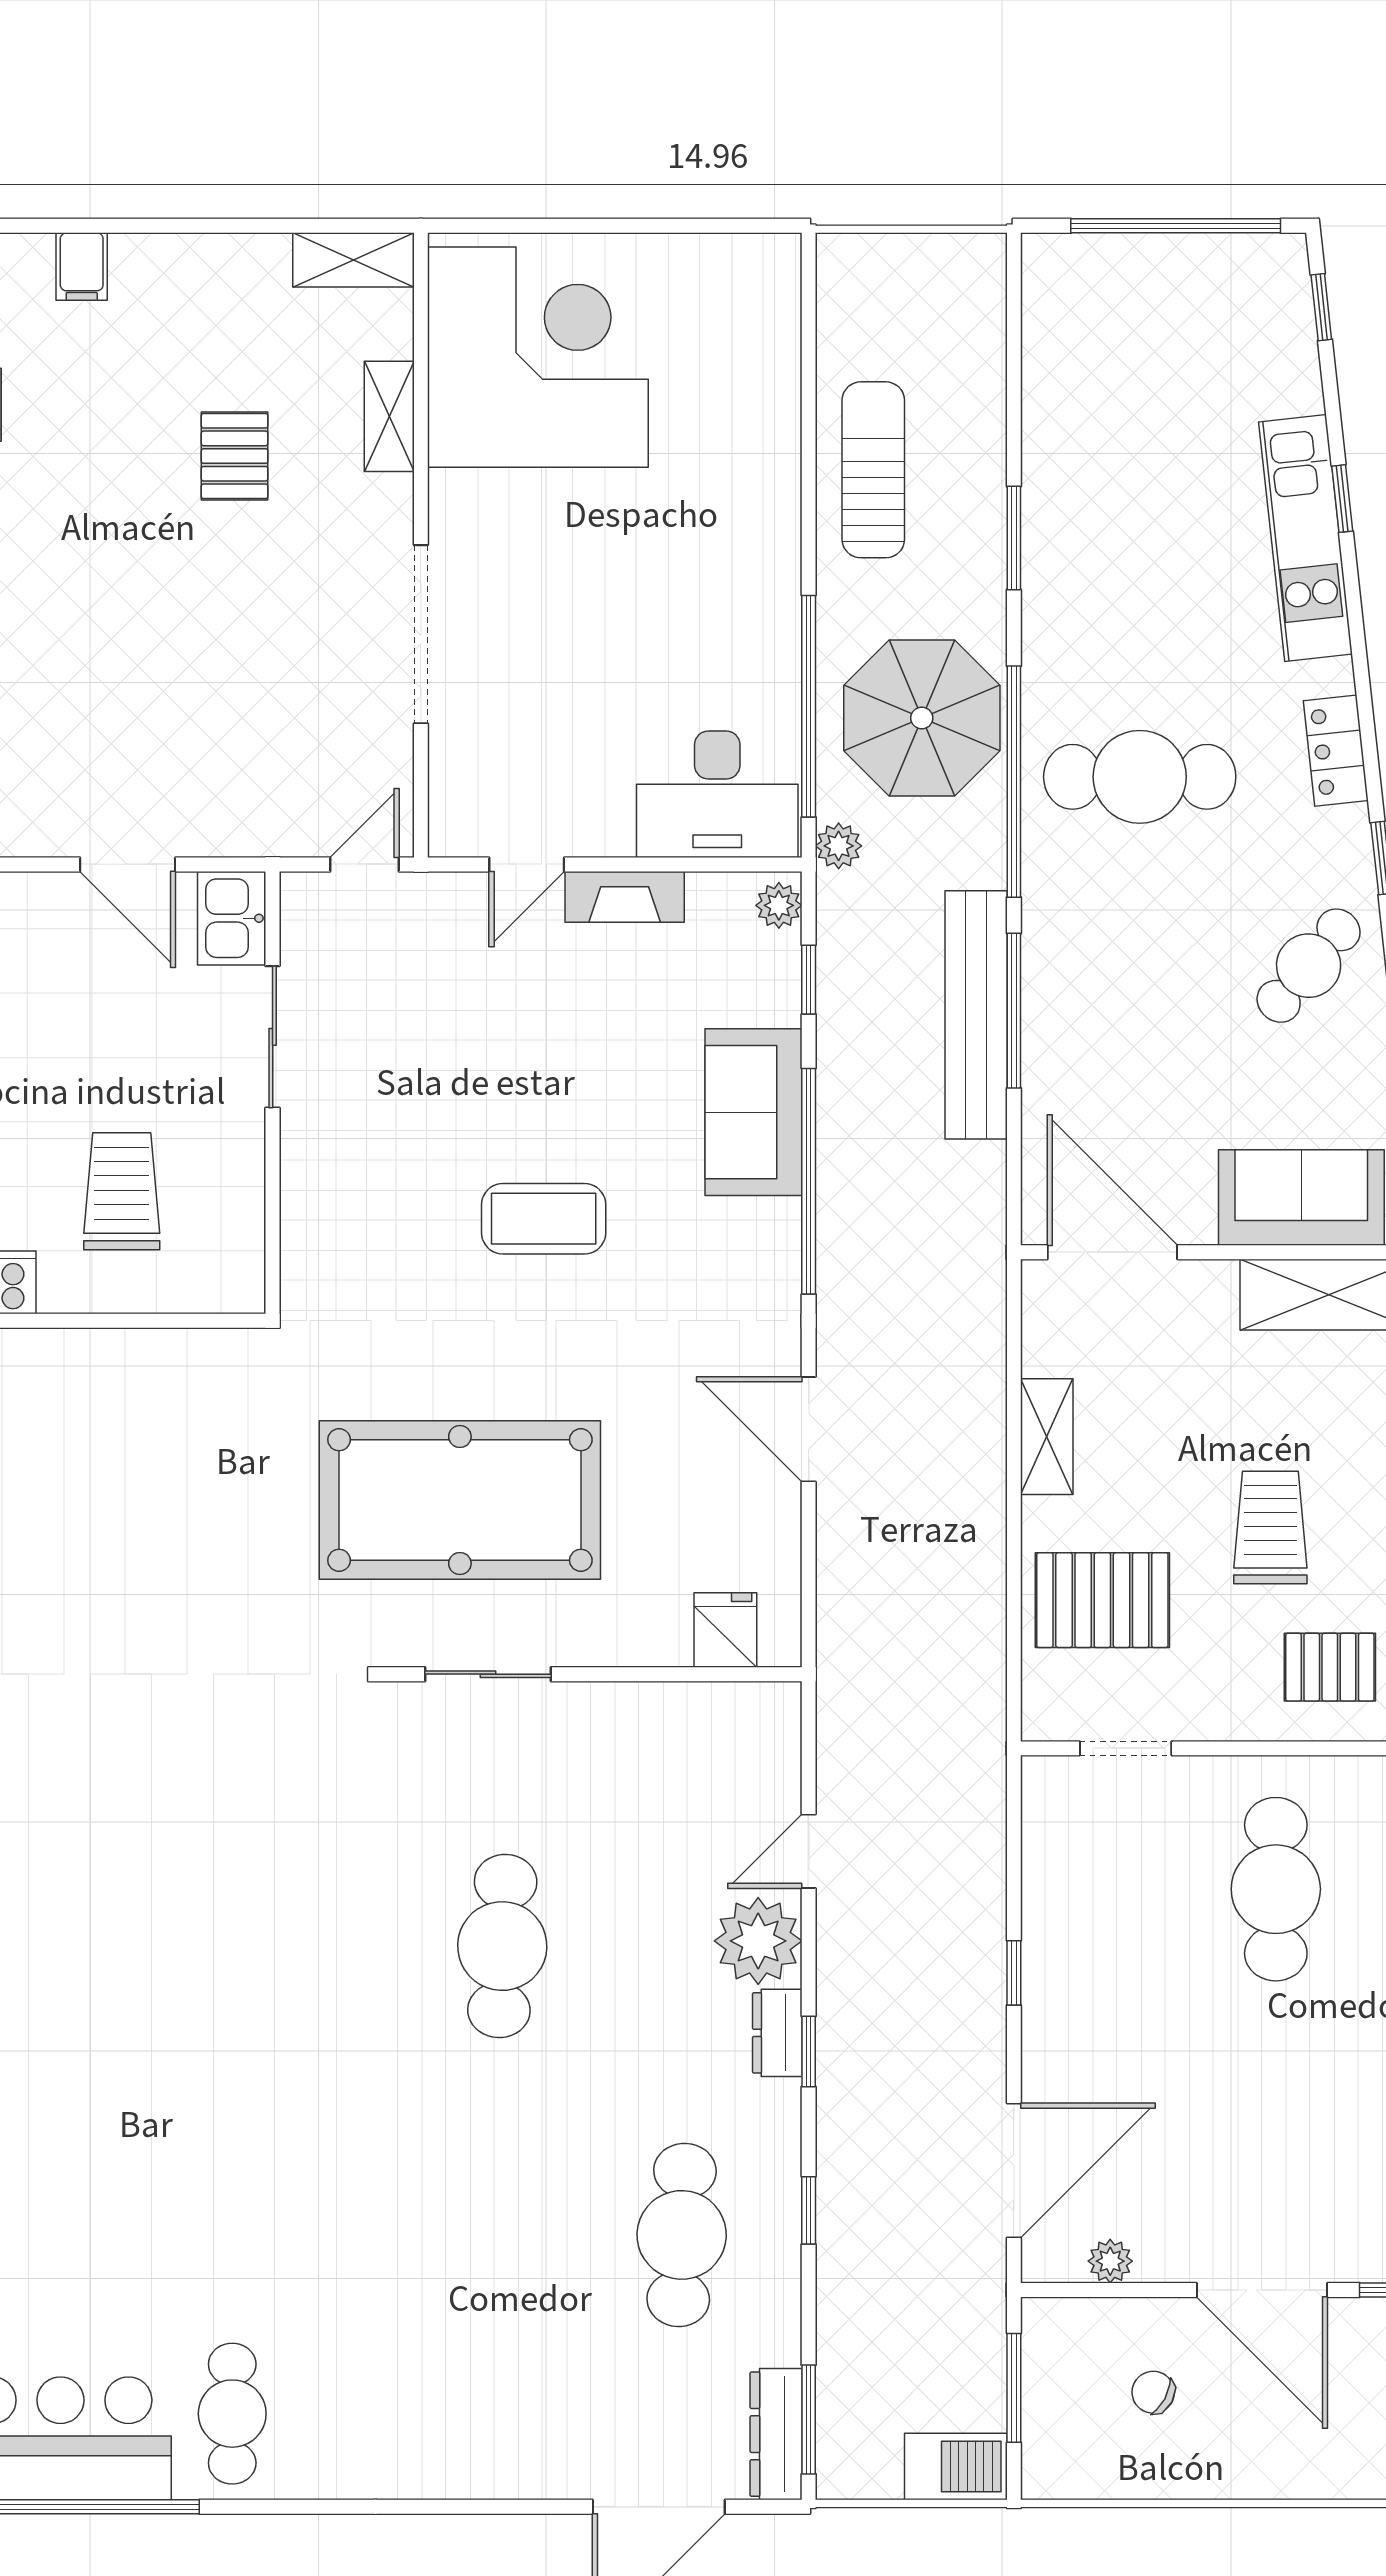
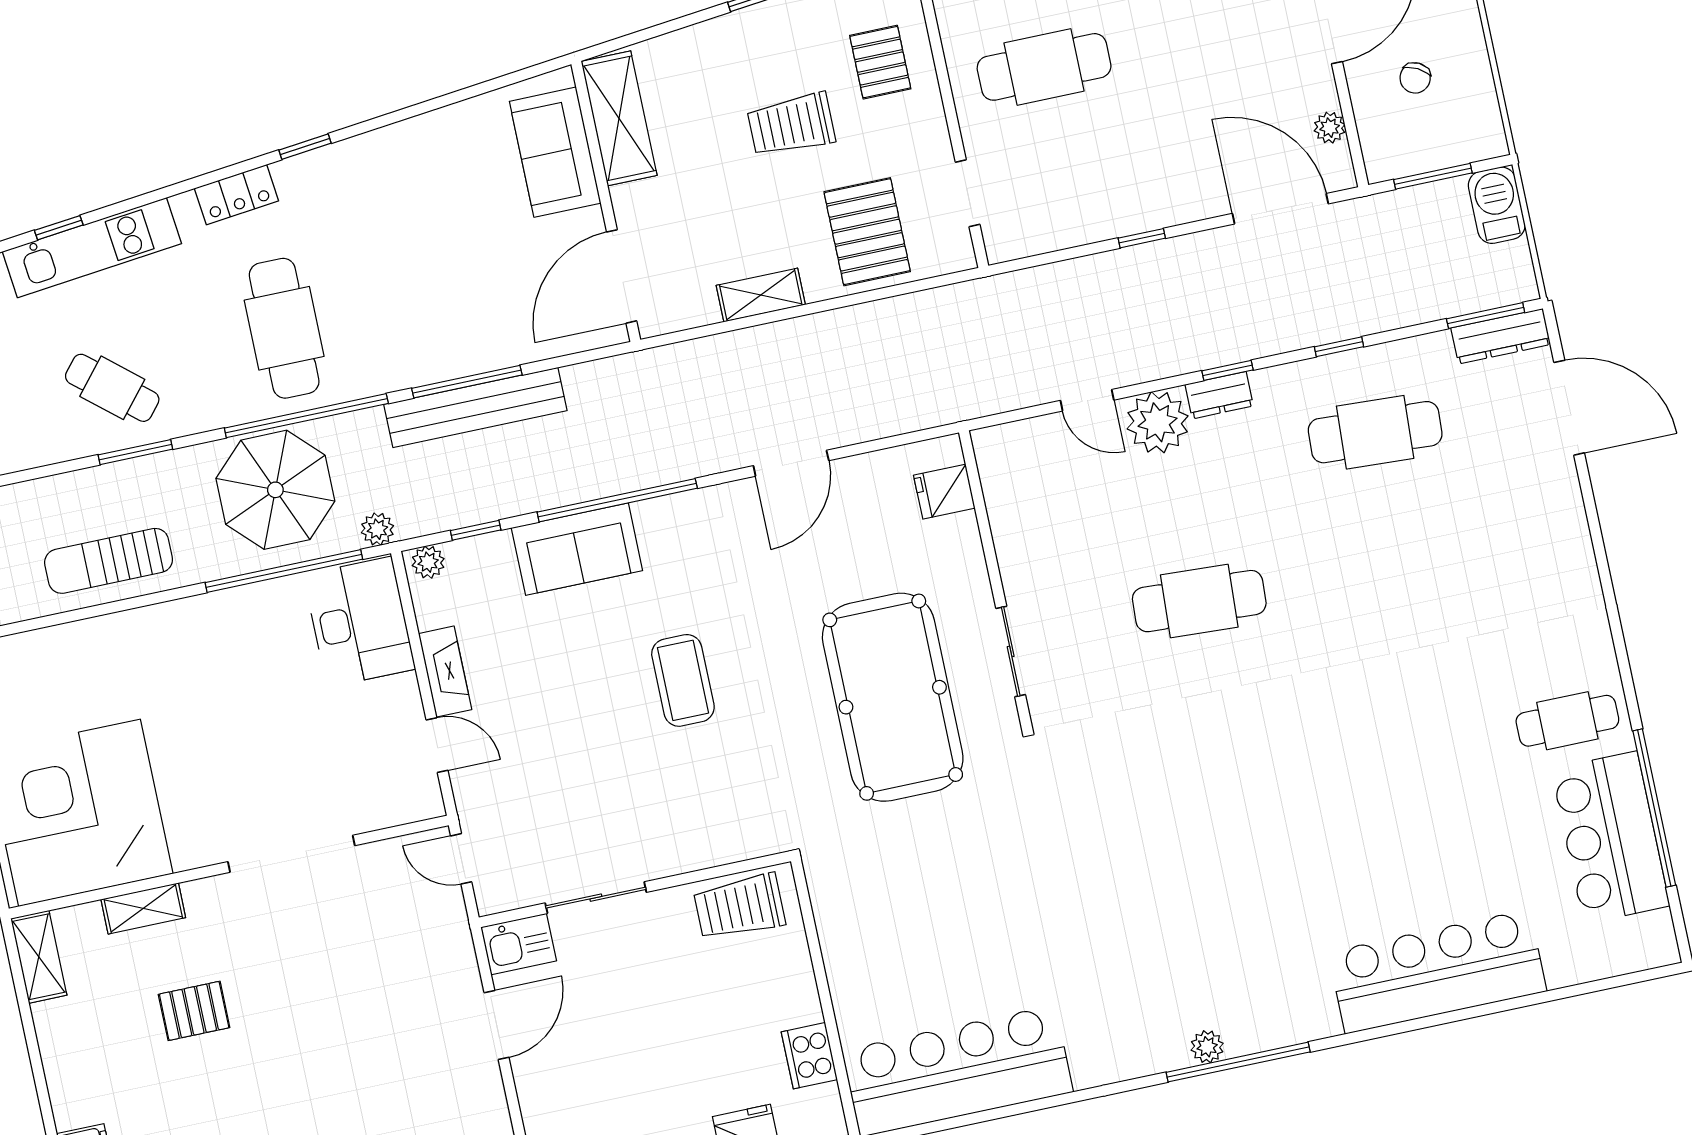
cafe table: (1309, 966) -> (112, 388), moved
trolley: (122, 1191) -> (739, 907), moved

